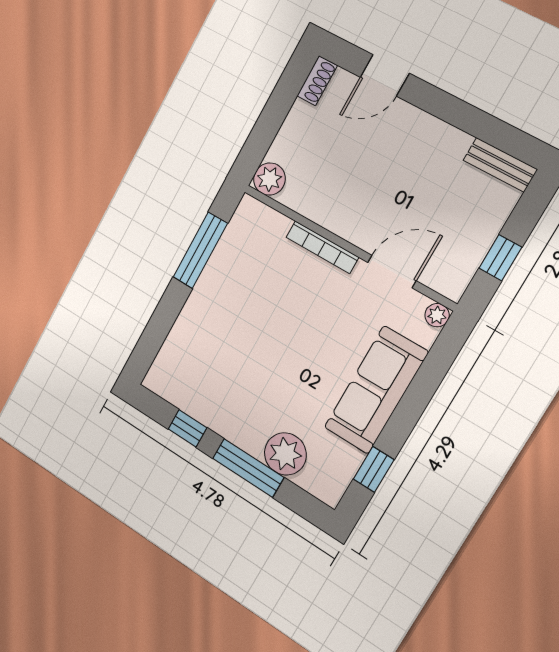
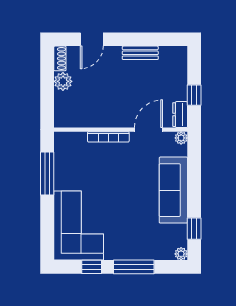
bench: (500, 165) -> (140, 53), moved
plant: (269, 179) -> (63, 81), moved
dresser: (458, 277) -> (180, 115), added
corner sofa: (203, 356) -> (79, 226), added
plant: (285, 454) -> (181, 254), moved, width x0.53, depth x0.53

